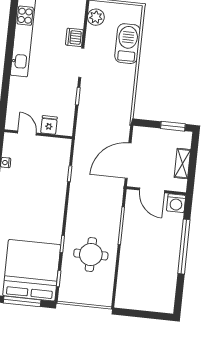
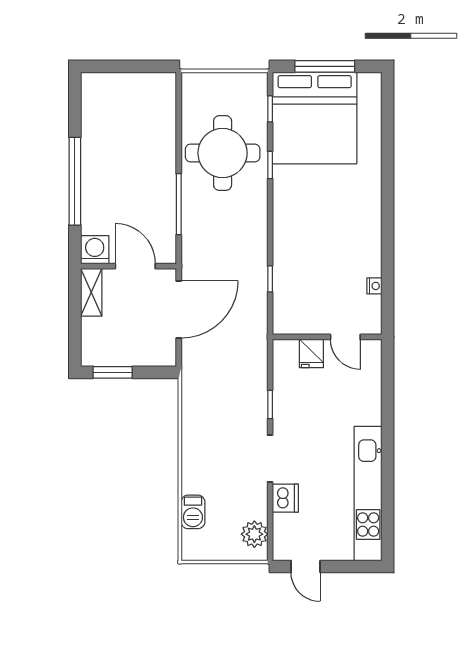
barbecue: (128, 44) -> (193, 512), width x0.53, depth x0.65
shelving: (182, 164) -> (91, 292), moved
round table: (91, 255) -> (223, 153), width x1.36, depth x1.36

